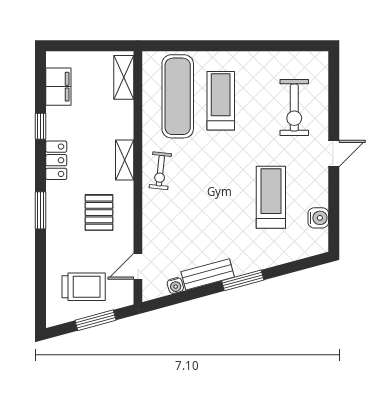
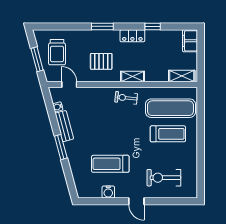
filing cabinet: (58, 87) -> (190, 41), moved, turned 90
treadmill: (271, 197) -> (110, 164), turned 180
water cooler: (318, 218) -> (108, 192), moved

